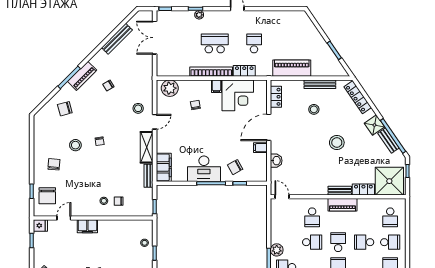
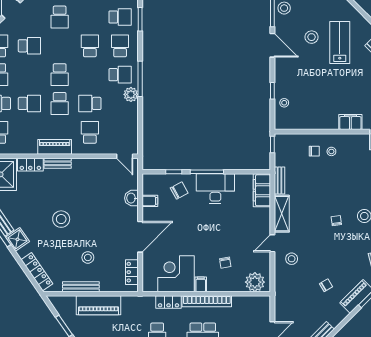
piano: (292, 68) -> (99, 305), moved
filing cabinet: (260, 148) -> (150, 201), moved

